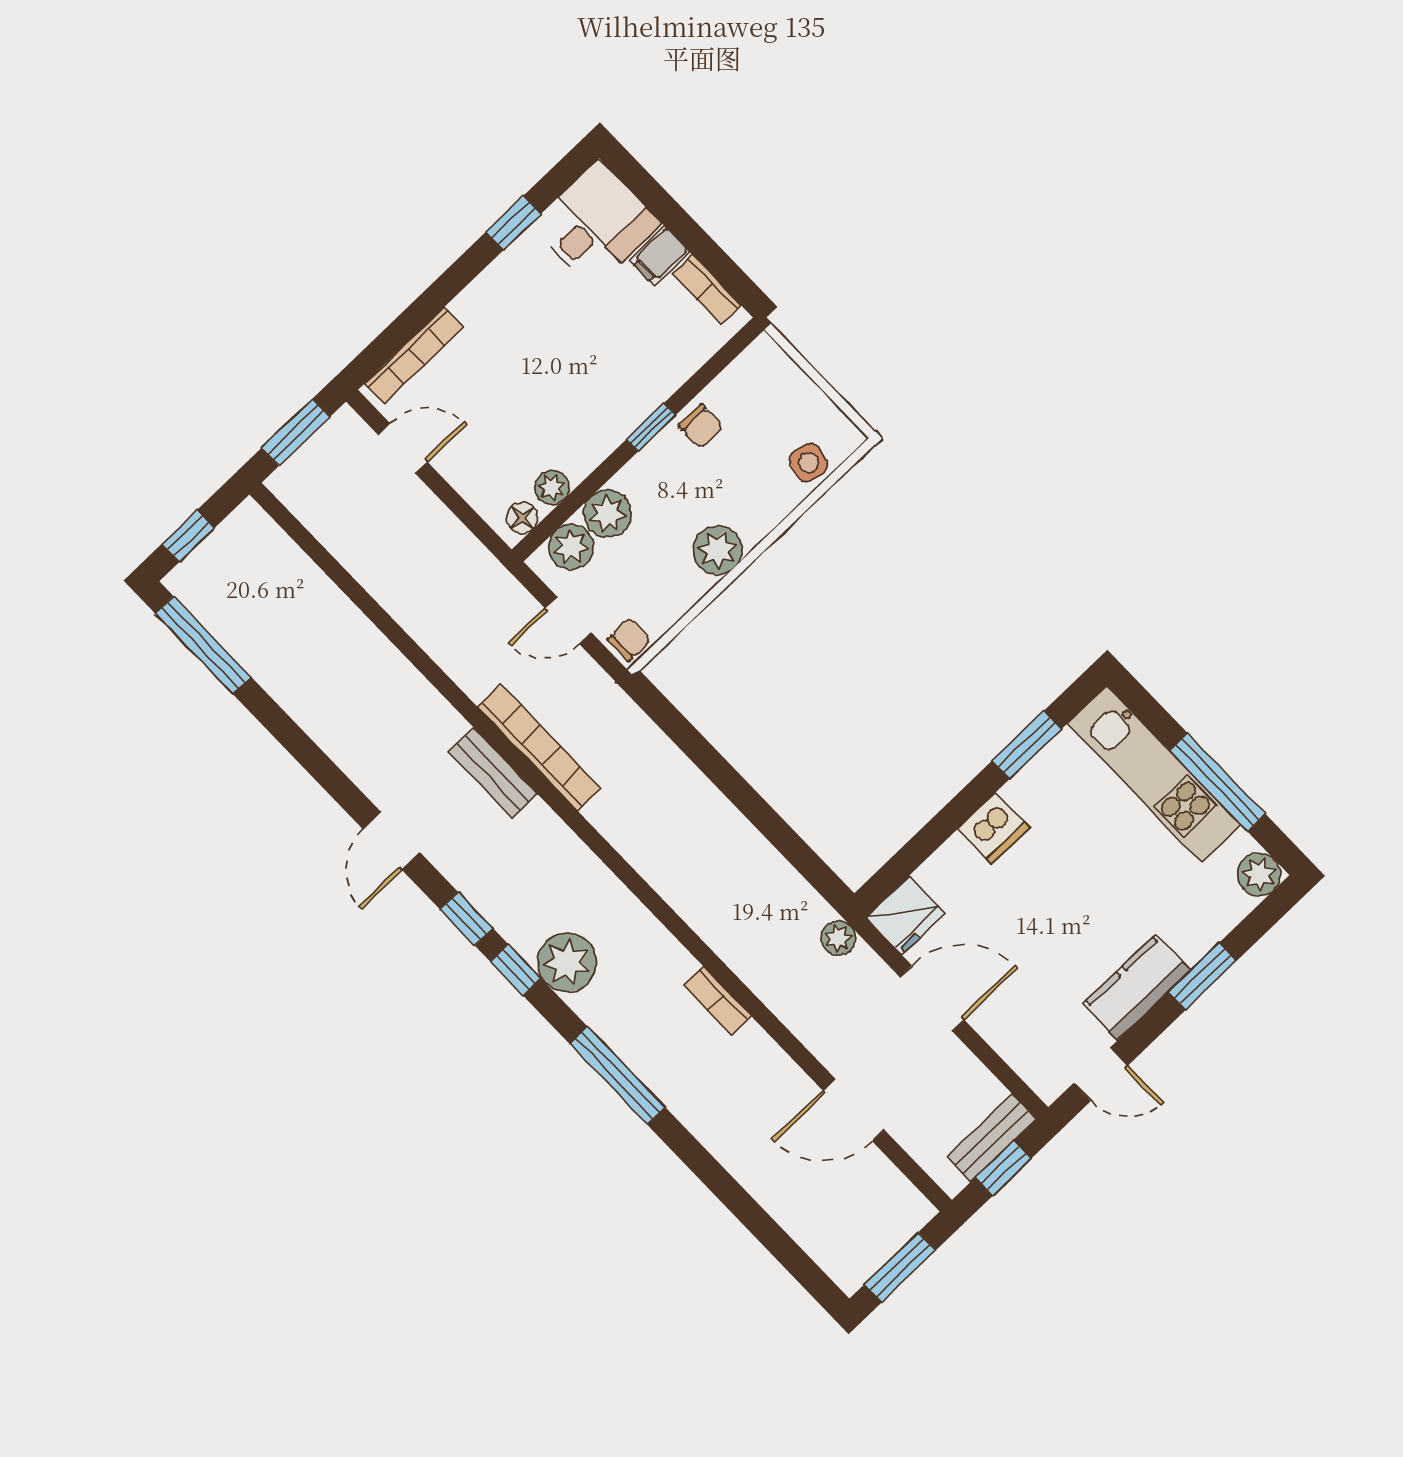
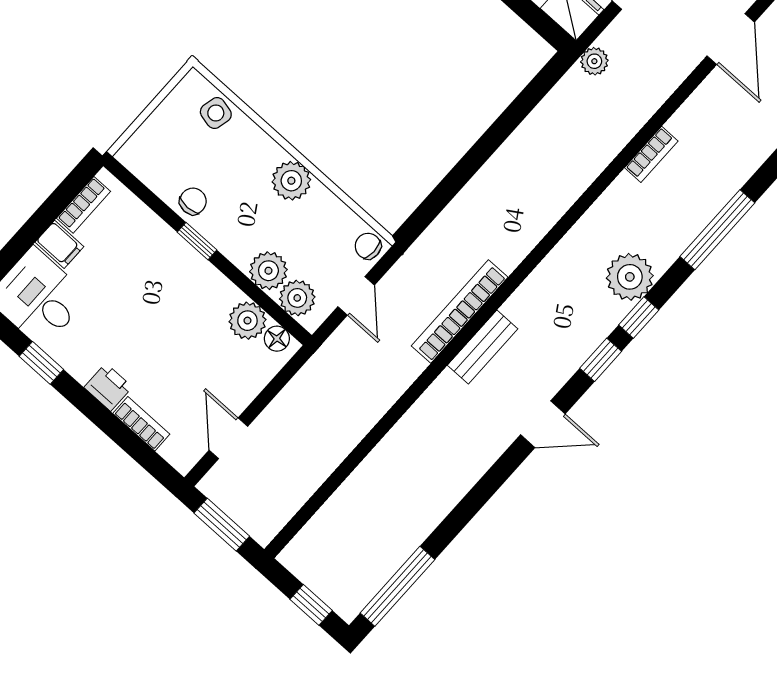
printer: (477, 304) -> (108, 387), added
bookcase: (414, 355) -> (141, 424), width x0.64
plant: (552, 487) -> (247, 321), width x1.38, depth x1.38

